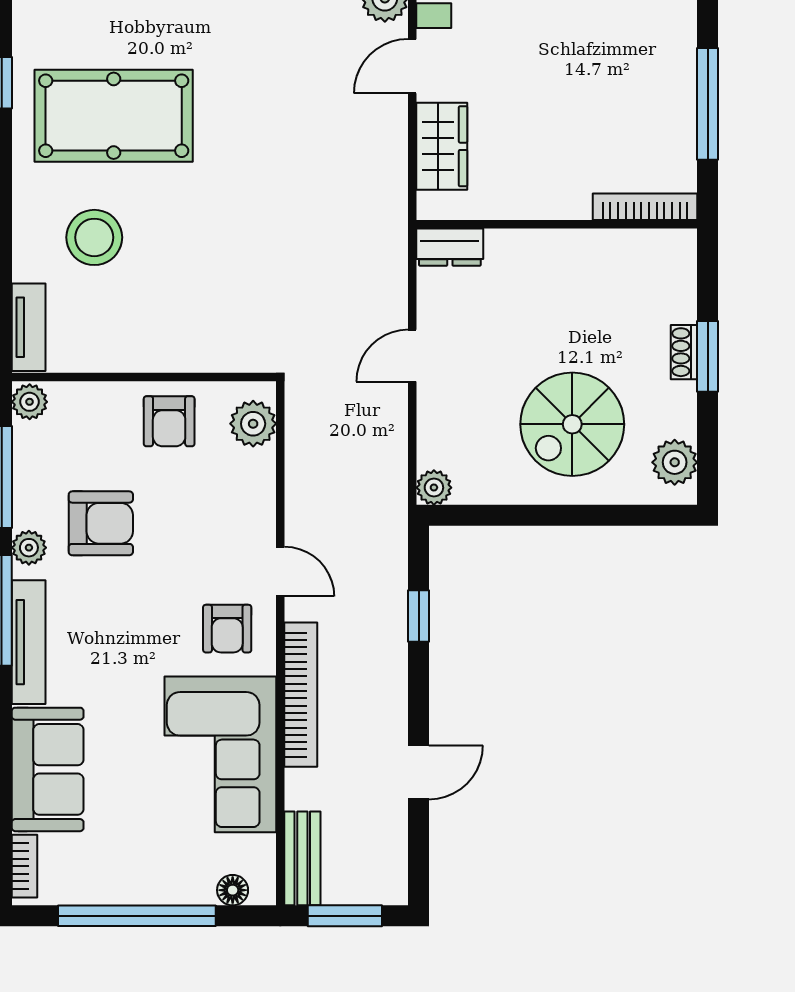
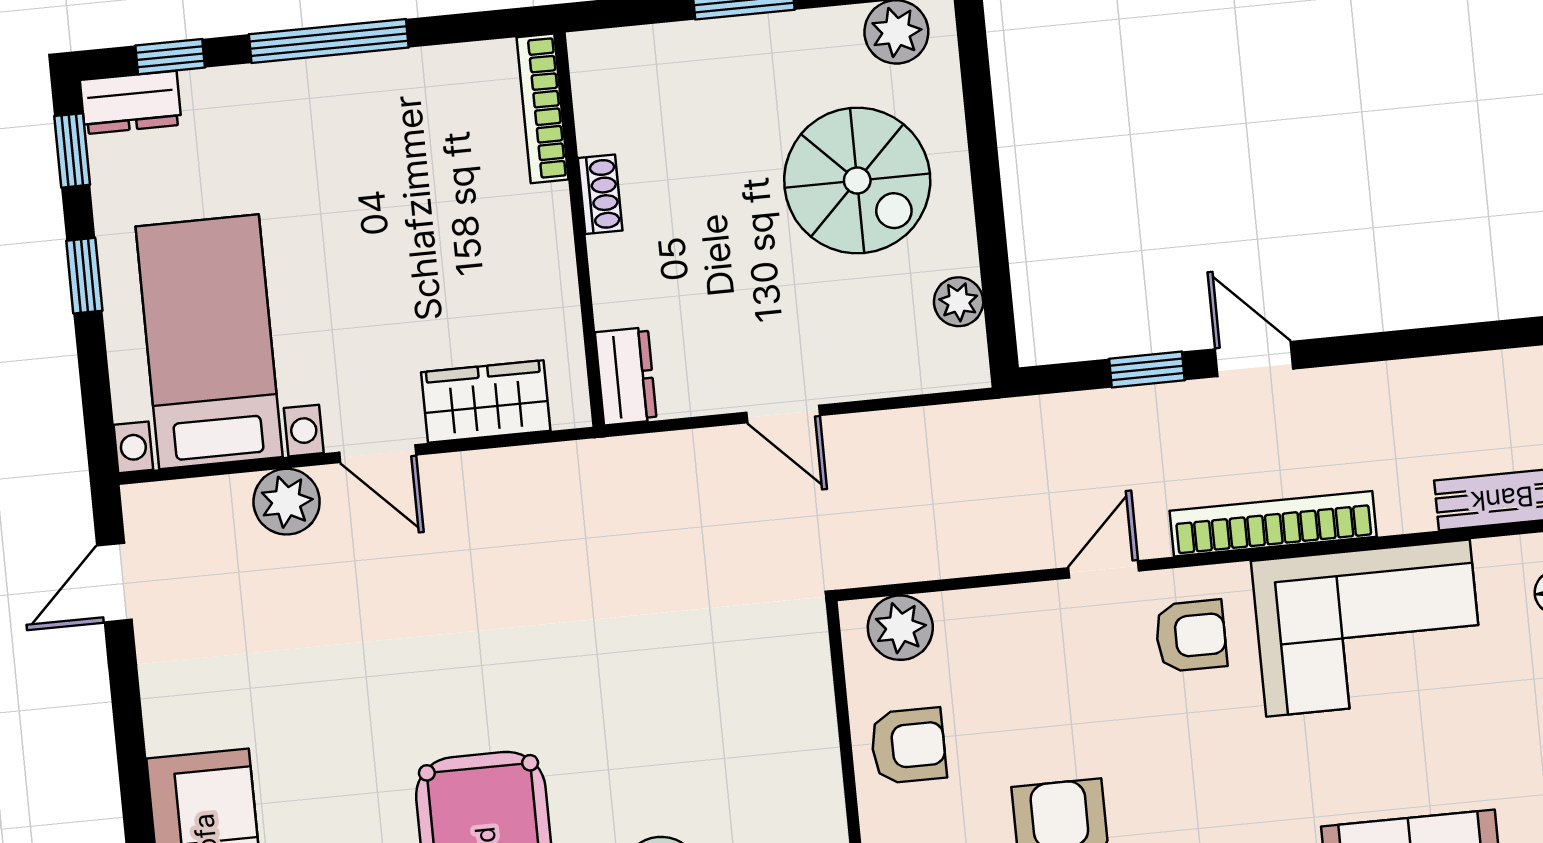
window: (708, 104) -> (329, 41), moved
shoe rack: (684, 352) -> (600, 194), moved, turned -90
plant: (434, 488) -> (959, 302), moved
door: (419, 772) -> (1254, 359), moved

